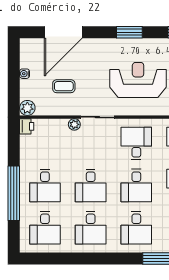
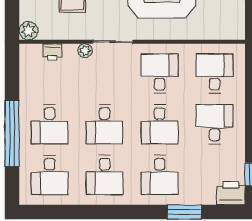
printer: (27, 126) -> (52, 52), moved, turned 90

